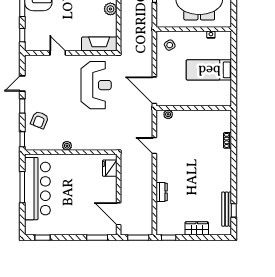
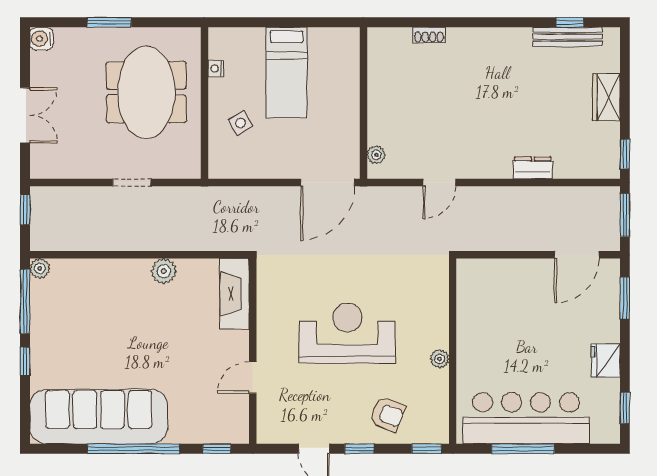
side table: (170, 45) -> (240, 123), moved
reception desk: (96, 85) -> (347, 333), moved
fridge: (110, 168) -> (606, 360), moved, turned 90

